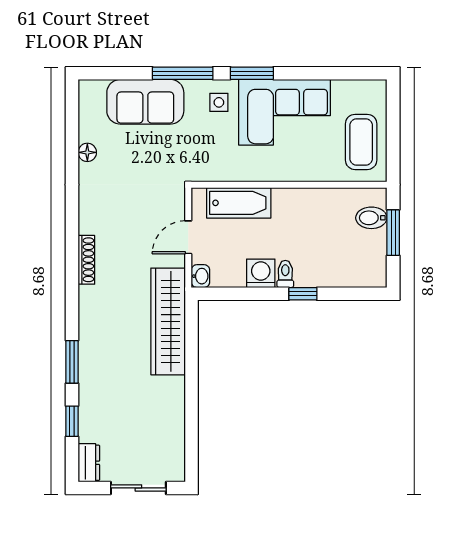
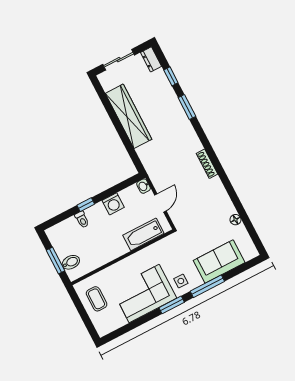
coffee table: (361, 142) -> (97, 299), width x0.73, depth x0.77
toilet: (285, 274) -> (82, 220), moved
wardrobe: (168, 321) -> (129, 116), moved

